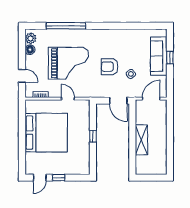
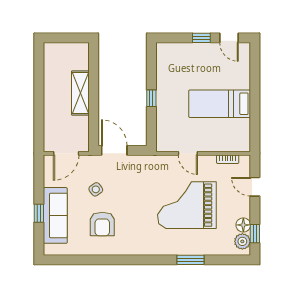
window: (66, 26) -> (191, 260), width x0.47
window: (22, 44) -> (255, 234), added
armchair: (110, 67) -> (102, 224), moved, turned 90
bed: (46, 133) -> (220, 104), width x0.49
door: (40, 178) -> (229, 38), swing flipped

